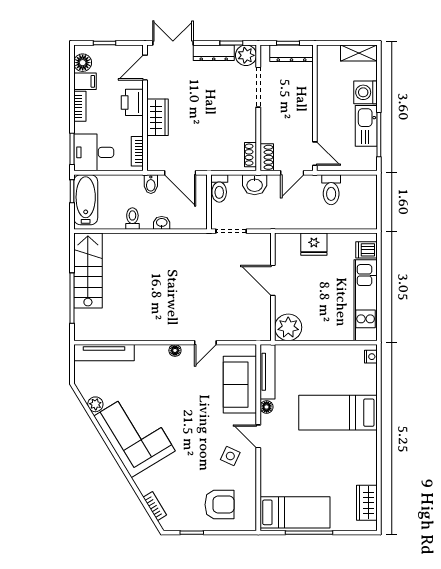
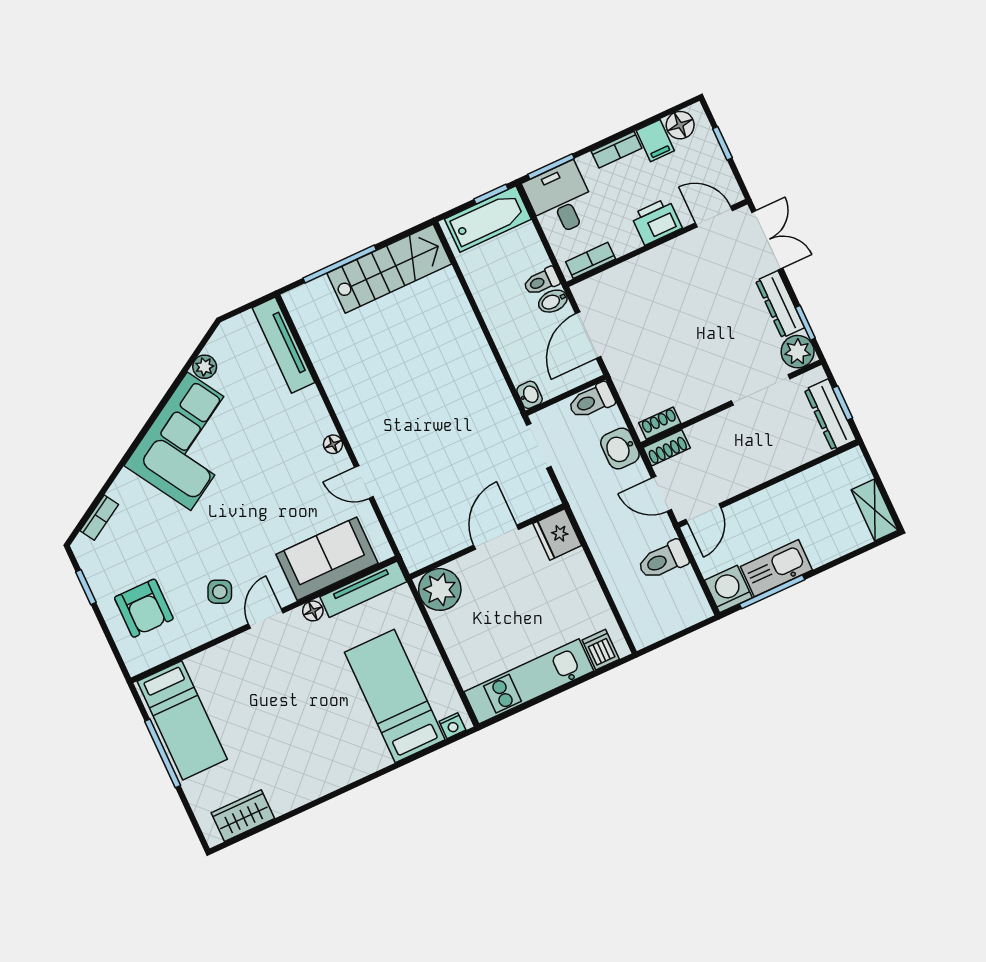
washing machine: (365, 92) -> (728, 589), moved
wardrobe: (158, 117) -> (652, 267), removed
toilet: (132, 219) -> (541, 281), moved, turned 180
washbasin: (162, 223) -> (530, 395), moved
fridge: (314, 244) -> (557, 535), moved
bed: (338, 413) -> (395, 696), moved

